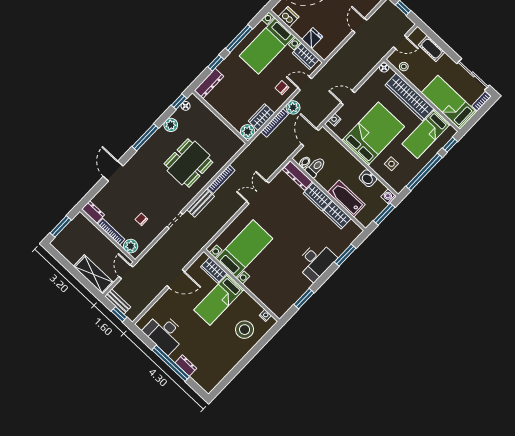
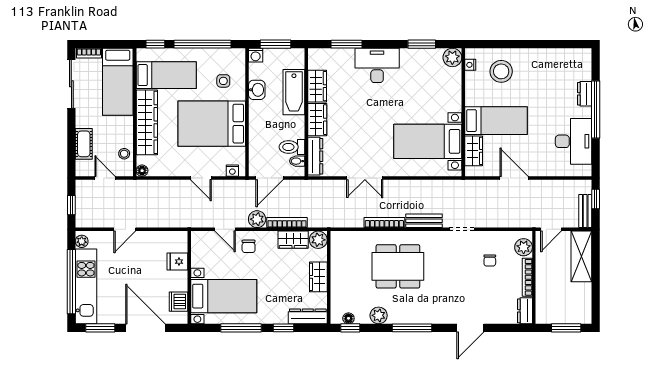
wardrobe: (306, 56) -> (318, 277), moved, turned 180
plant: (279, 309) -> (452, 57), added

